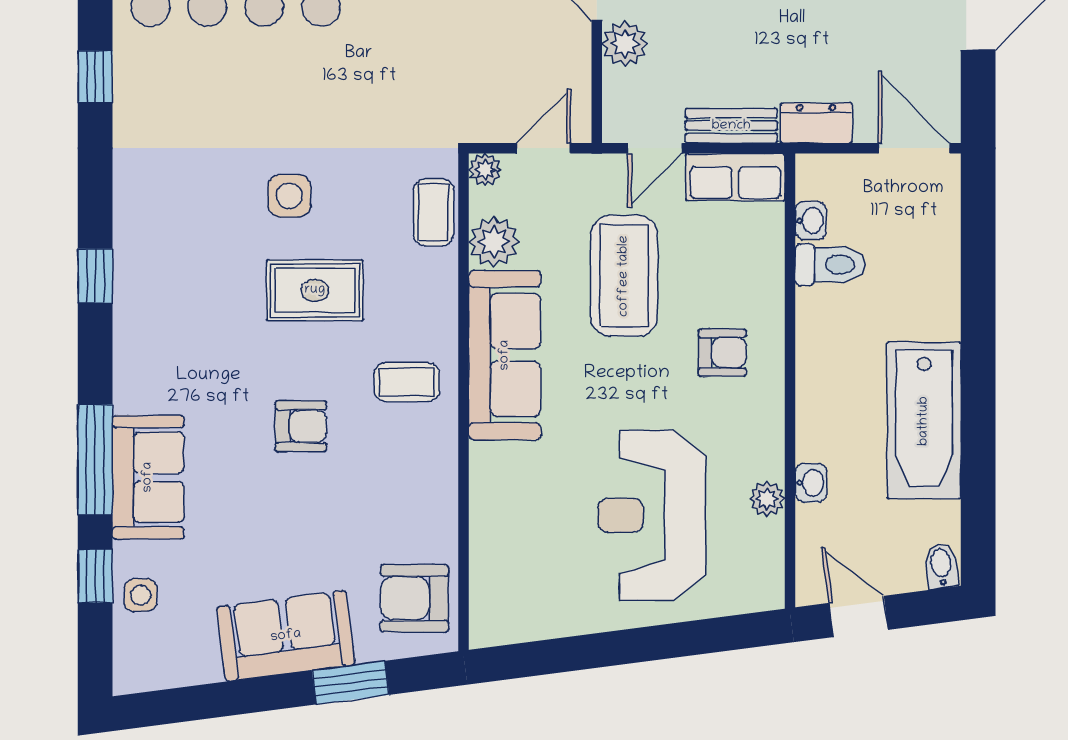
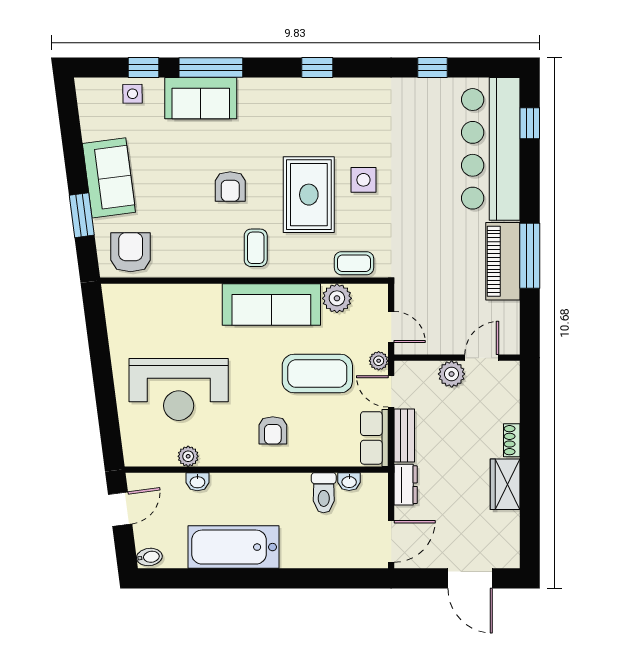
plant: (485, 170) -> (379, 361), moved
rug: (315, 290) -> (309, 195), width x1.36, depth x1.43
reception desk: (652, 515) -> (179, 390), turned 180

